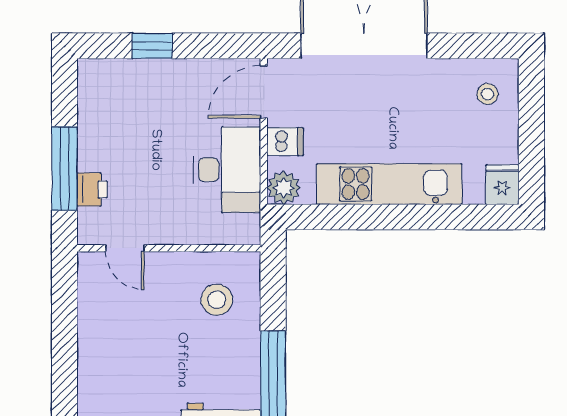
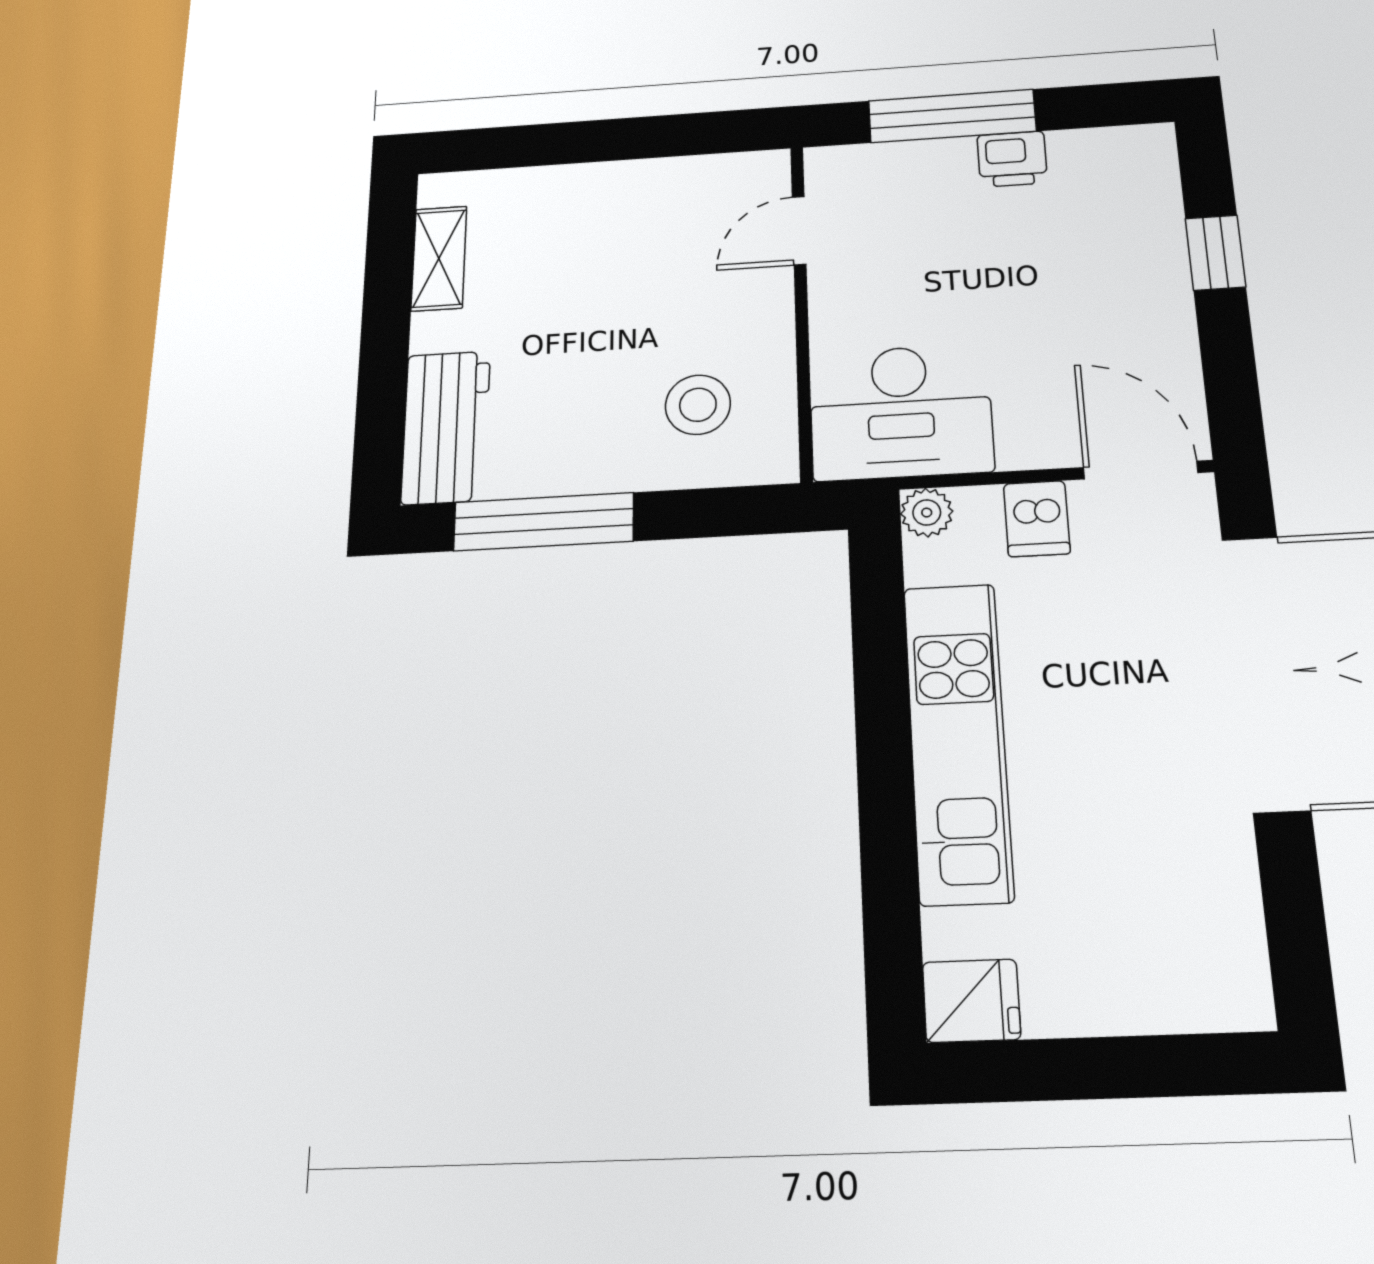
stool: (487, 94) -> (1184, 957), removed
desk: (227, 170) -> (901, 412), moved
plant: (284, 188) -> (927, 513), width x0.73, depth x0.73
printer: (92, 189) -> (1012, 159), moved

